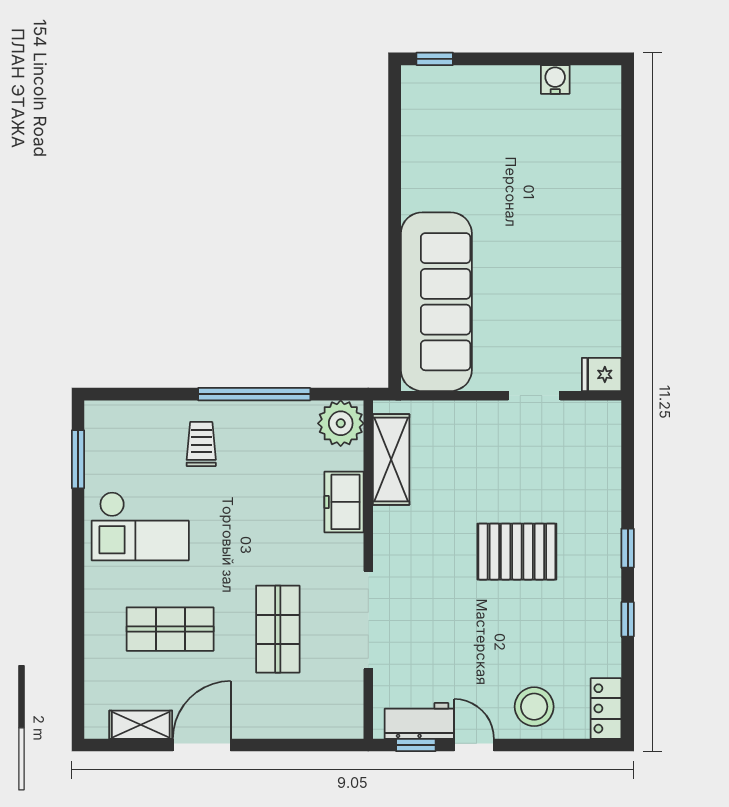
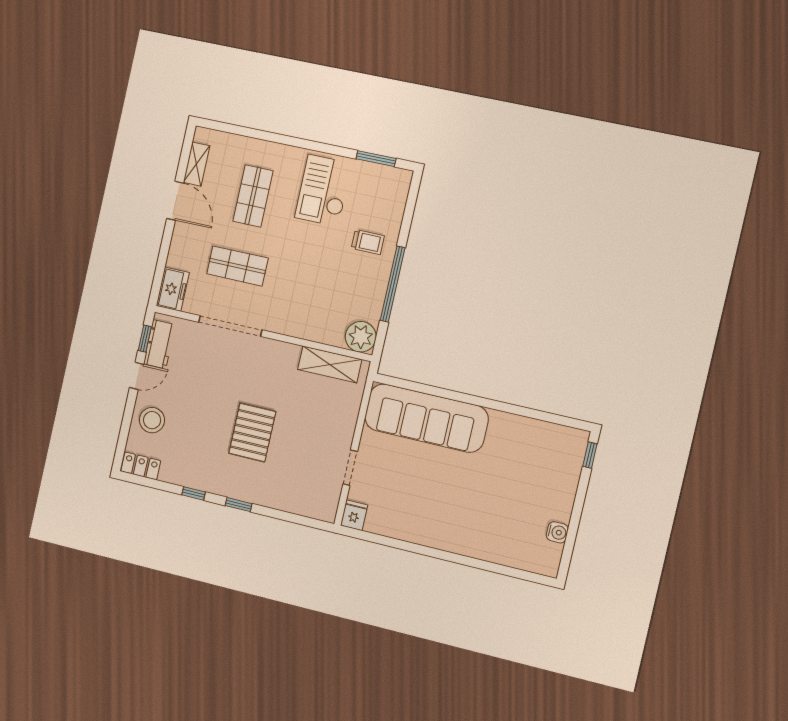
freezer: (344, 502) -> (173, 289), moved, turned 90

